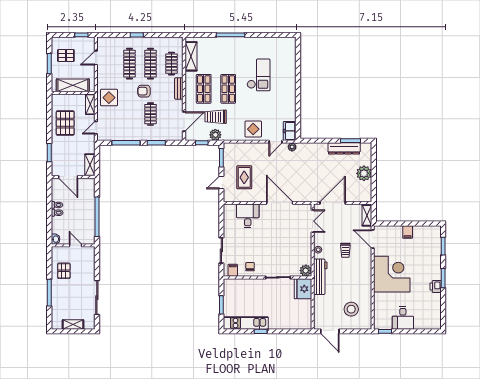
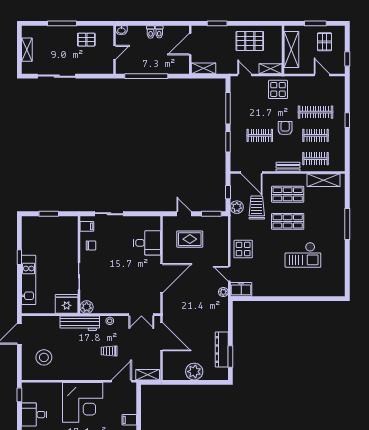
clothes rail: (150, 64) -> (316, 135), width x0.73
kitchen unit: (246, 323) -> (29, 280), moved

